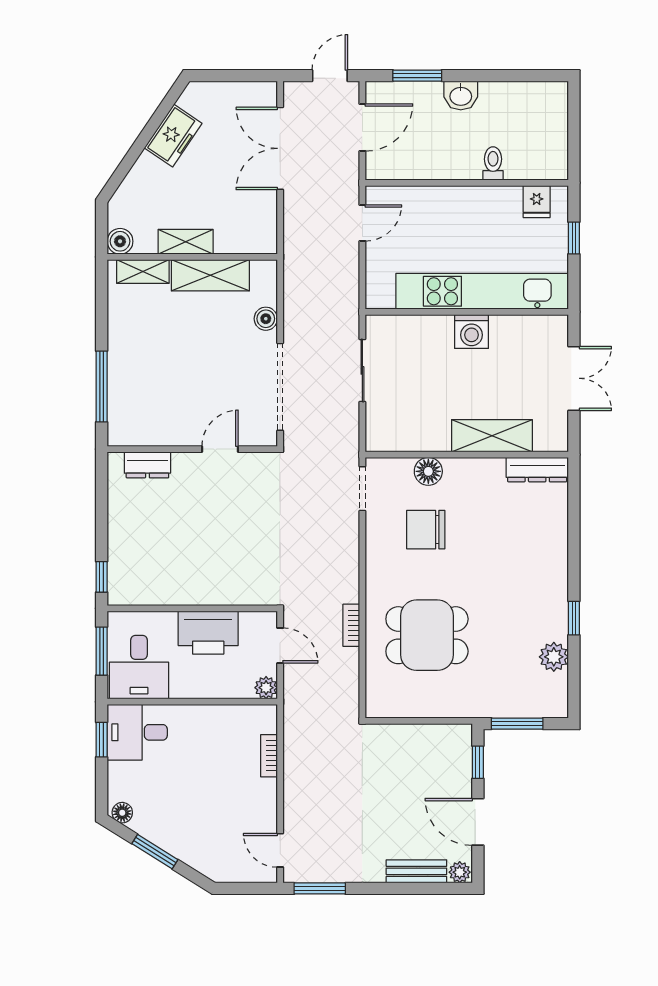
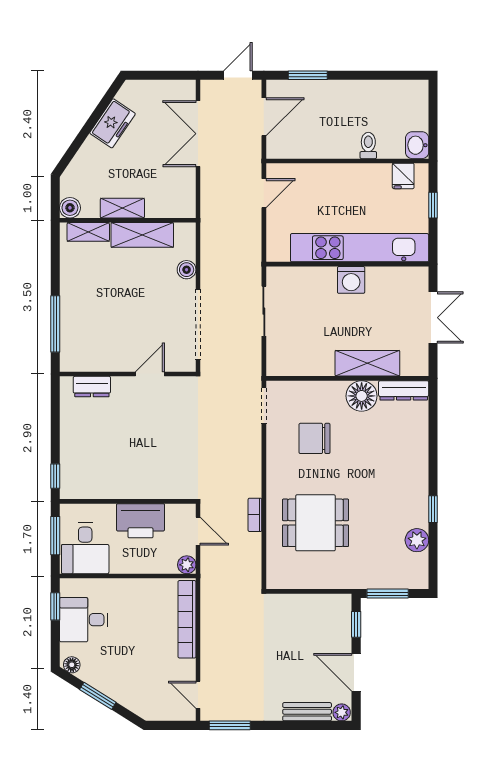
washbasin: (461, 96) -> (417, 145), moved, turned 90
floor lamp: (428, 471) -> (362, 396), moved, width x1.38, depth x1.38
desk: (137, 732) -> (84, 620), moved
bookcase: (269, 756) -> (187, 619), width x2.31, depth x1.31

